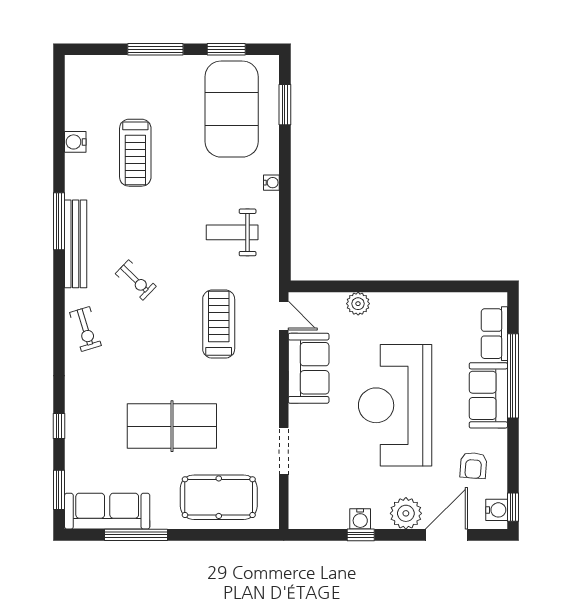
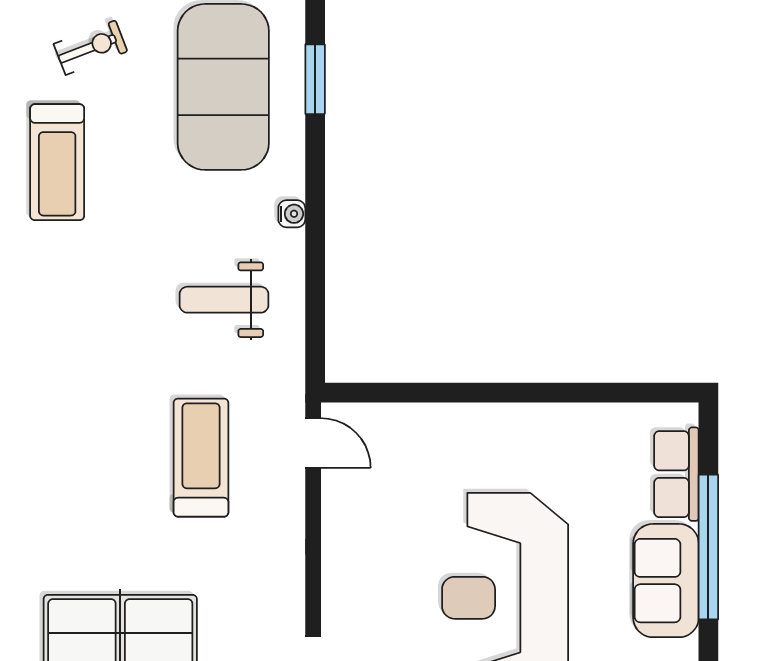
exercise bike: (136, 280) -> (91, 48), moved, turned -65
plant: (358, 304) -> (441, 422), removed
sofa: (309, 368) -> (356, 534), removed

